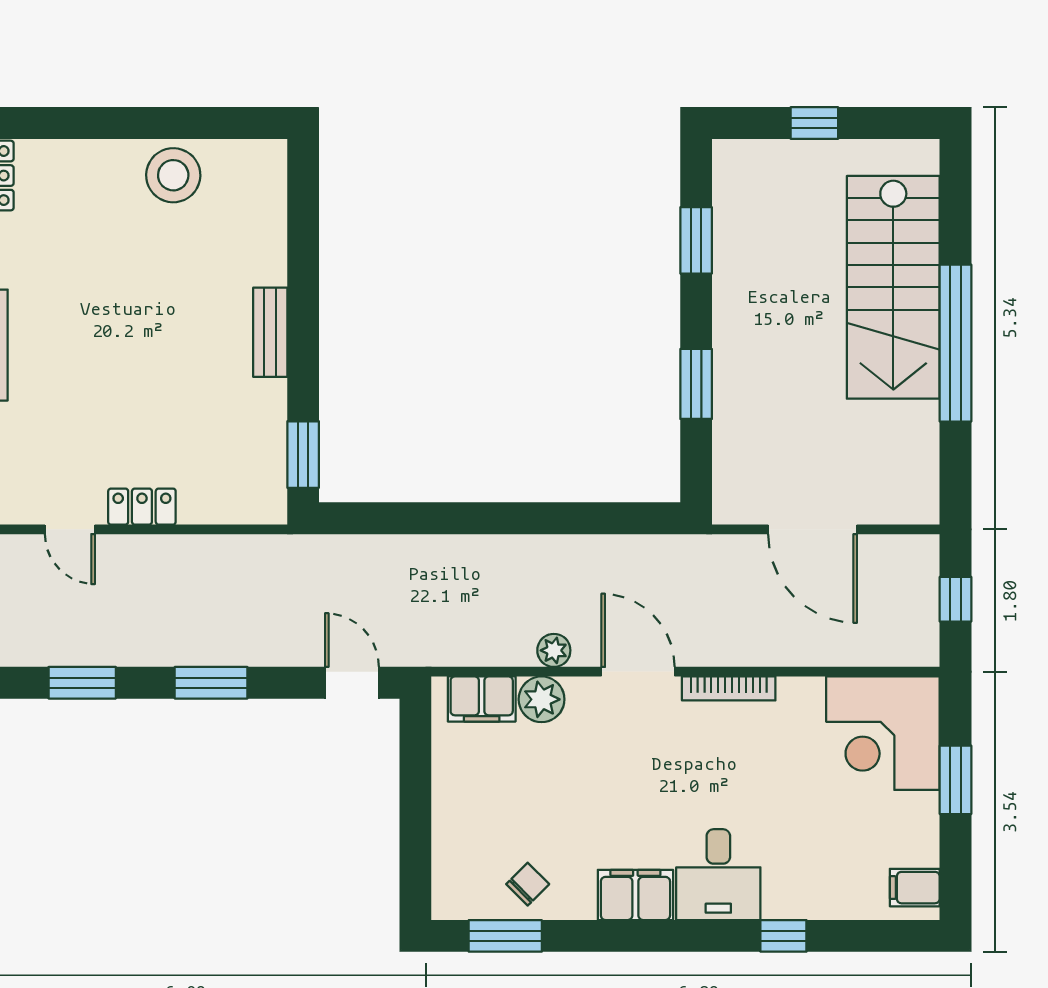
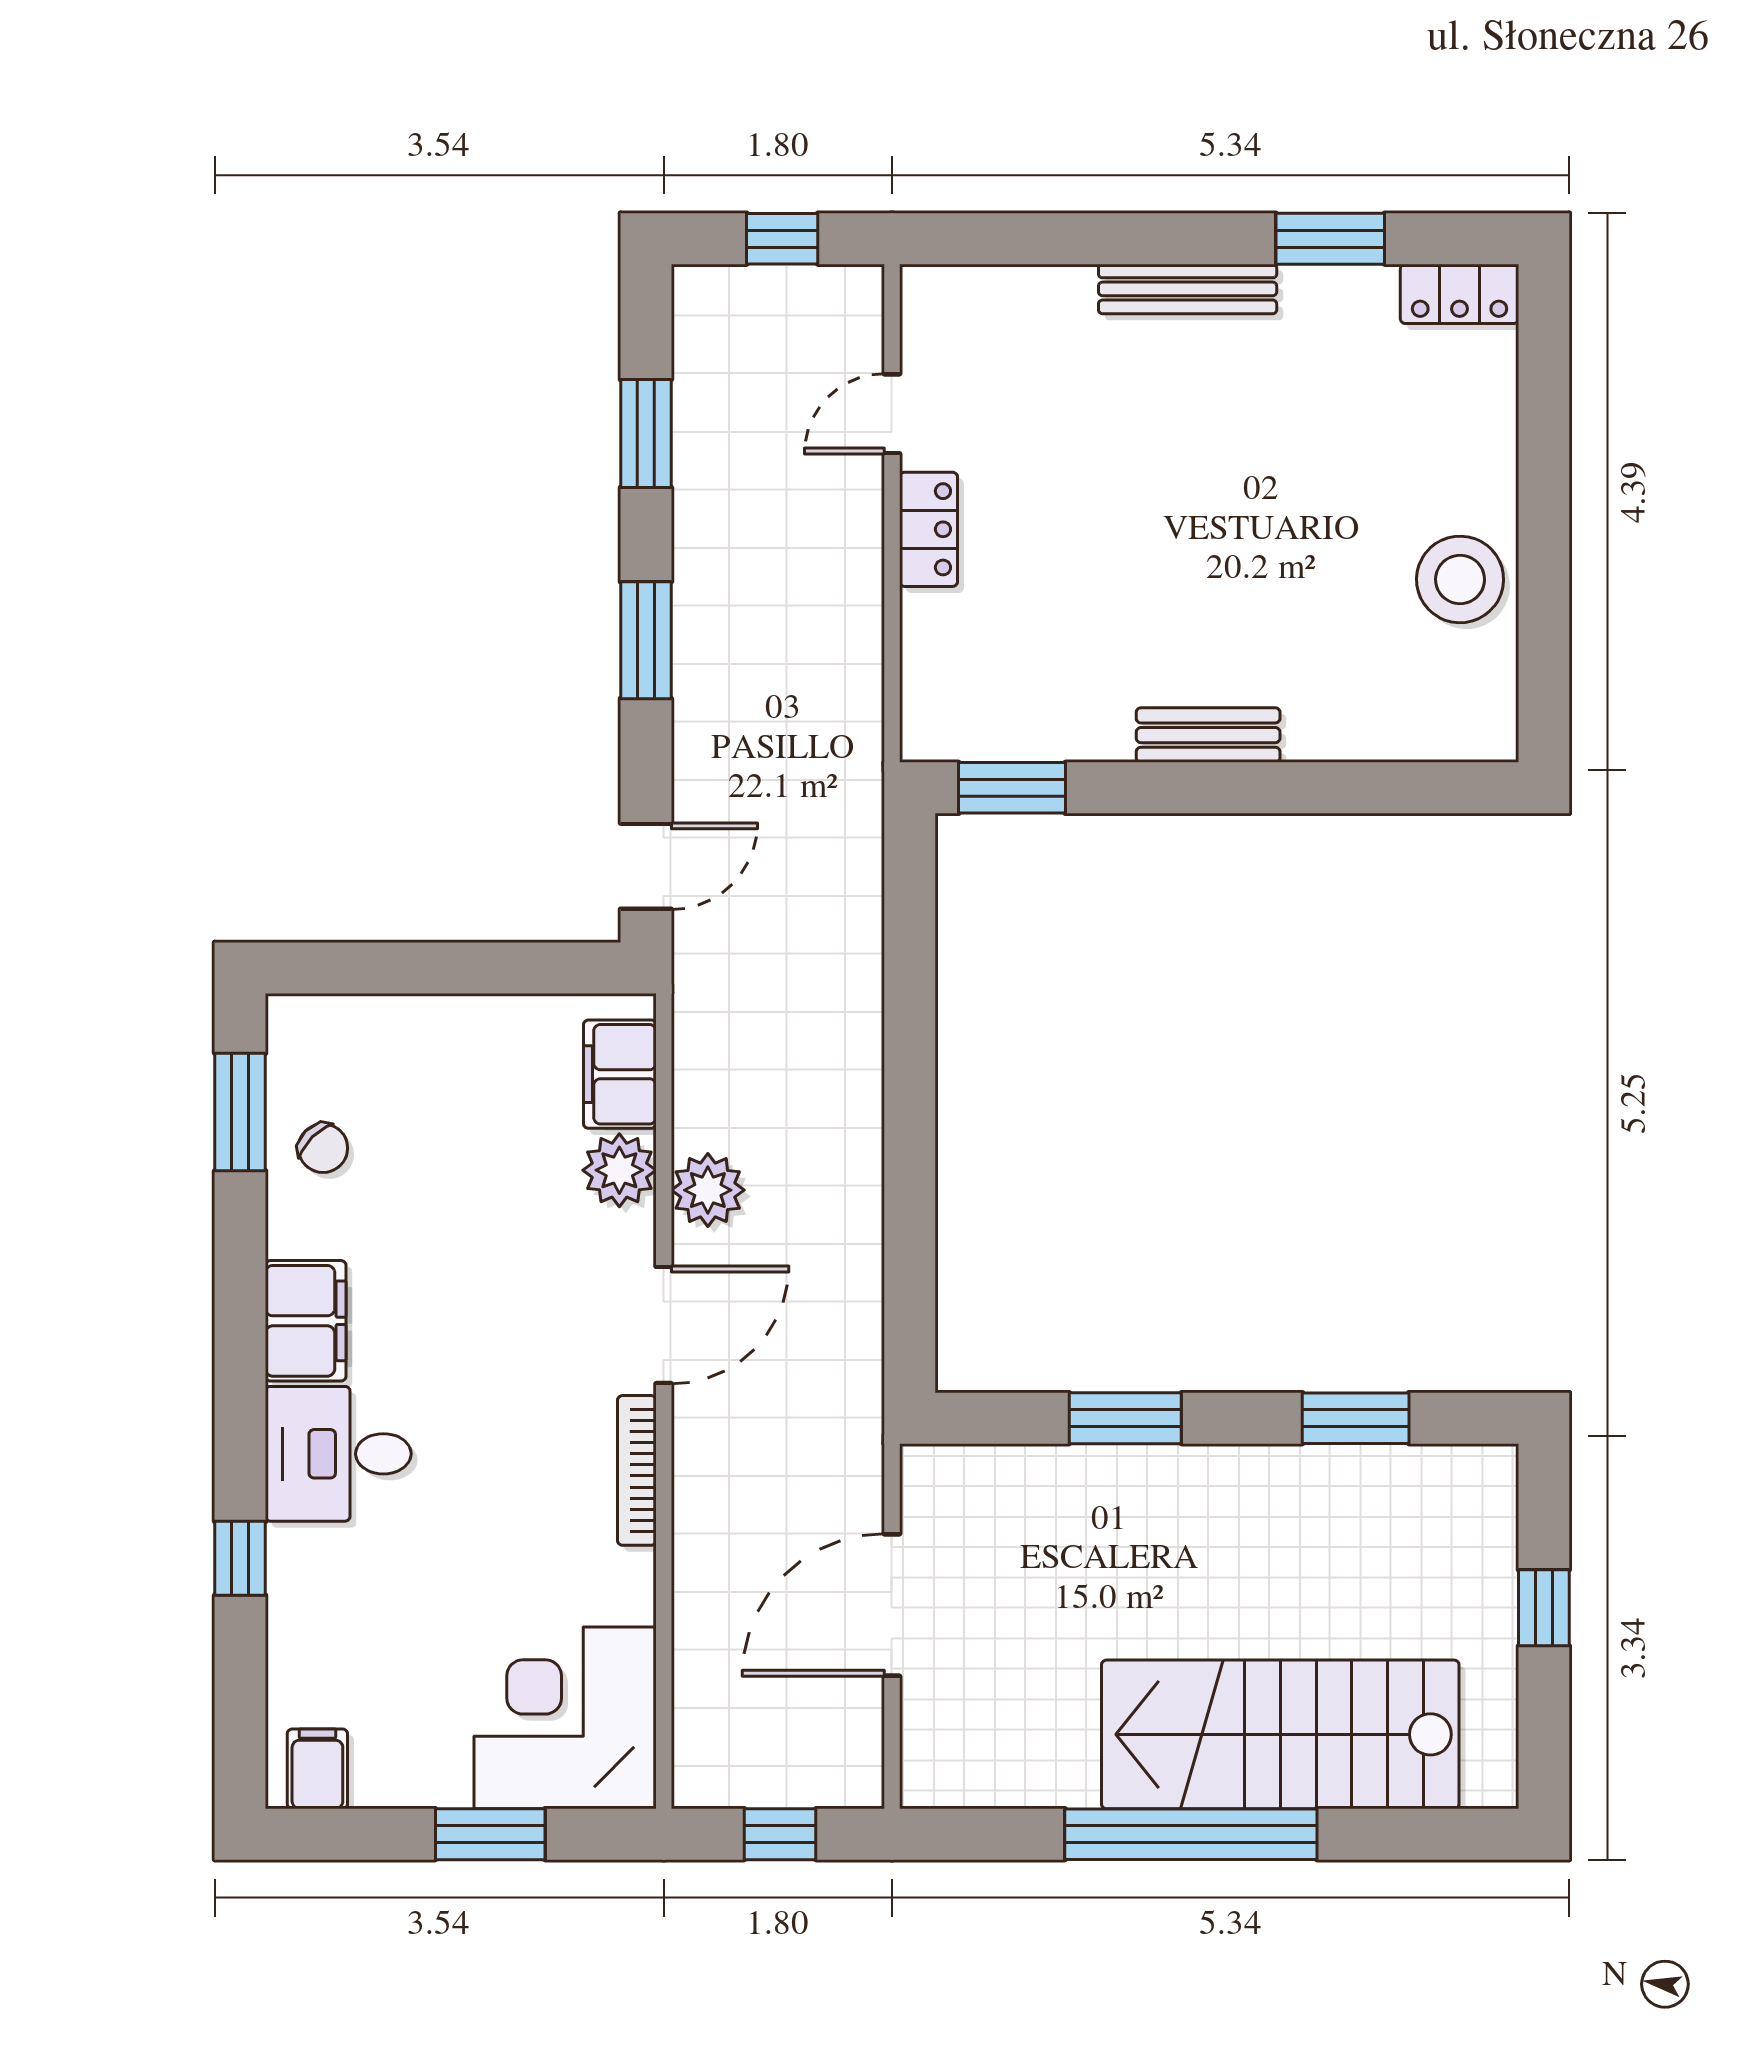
plant: (554, 650) -> (708, 1190), width x1.38, depth x1.38

